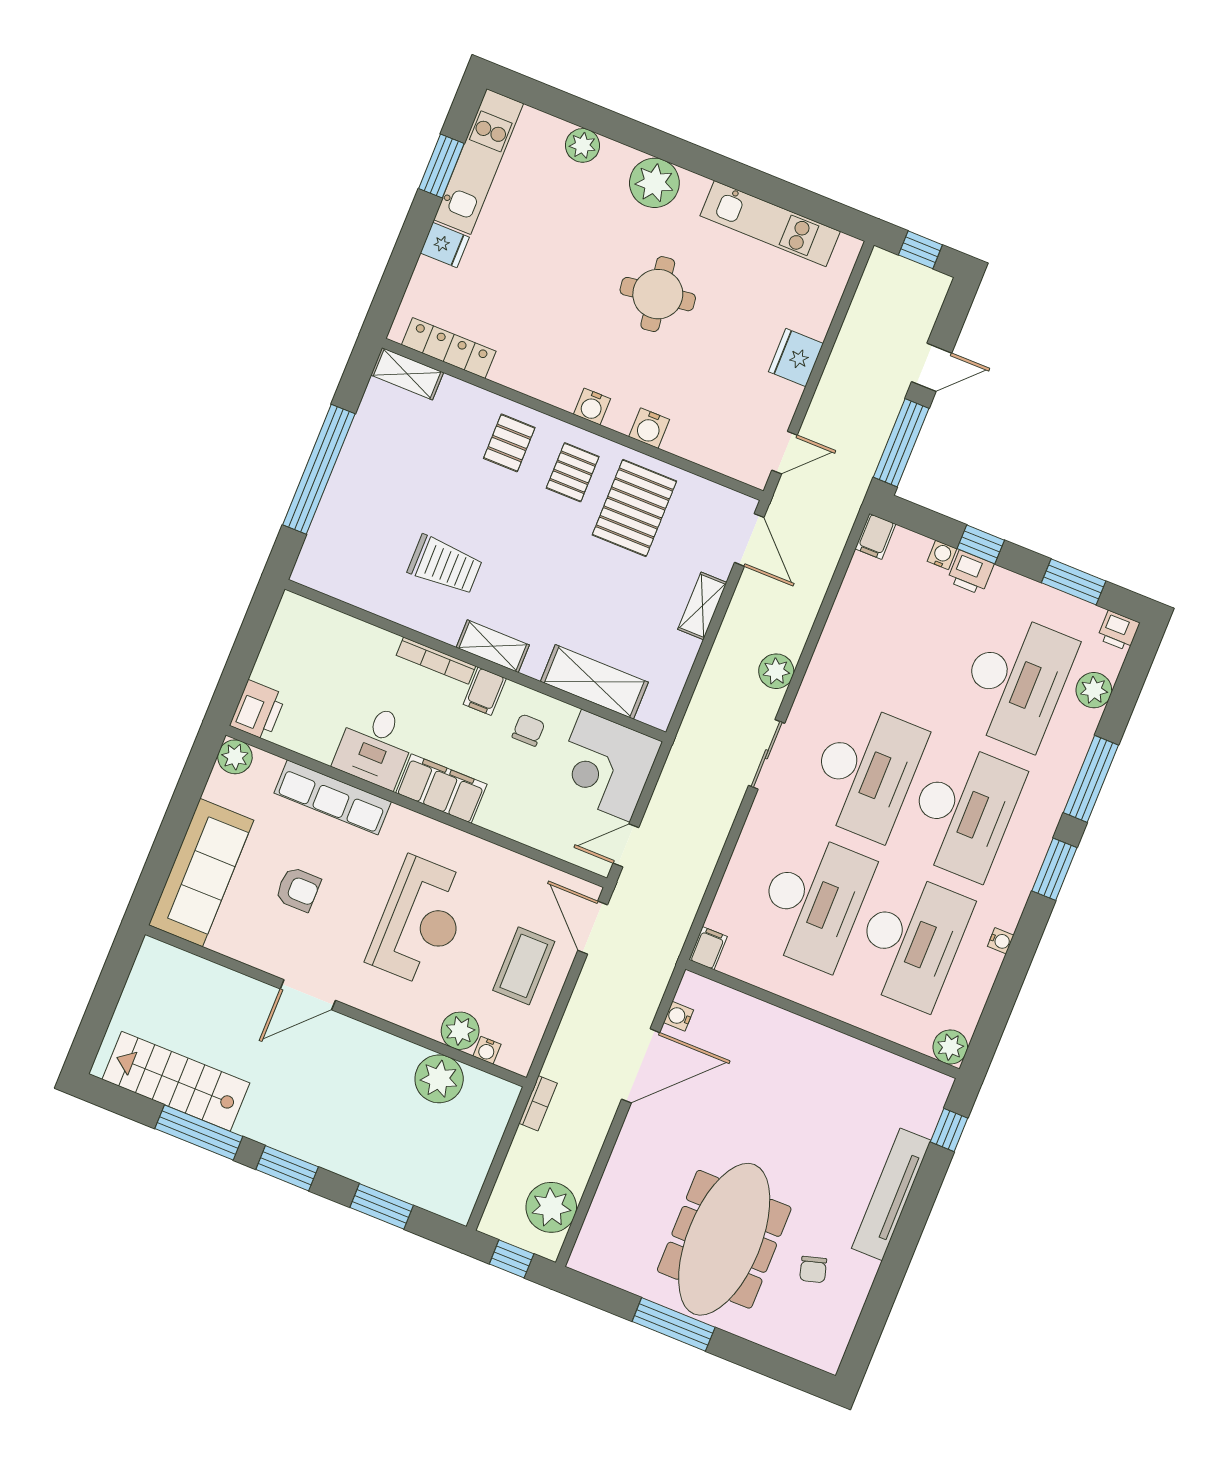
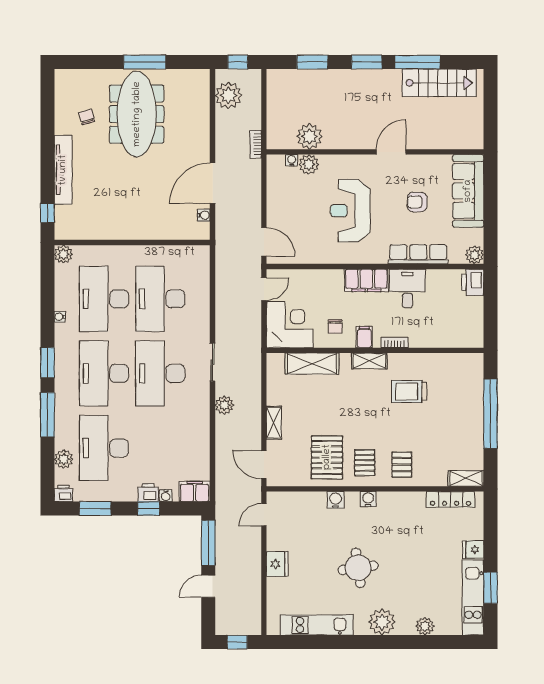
filing cabinet: (875, 536) -> (195, 492), width x2.00
bookcase: (436, 661) -> (395, 342), width x0.64
filing cabinet: (708, 948) -> (203, 255), removed
coffee table: (524, 966) -> (290, 209), removed

